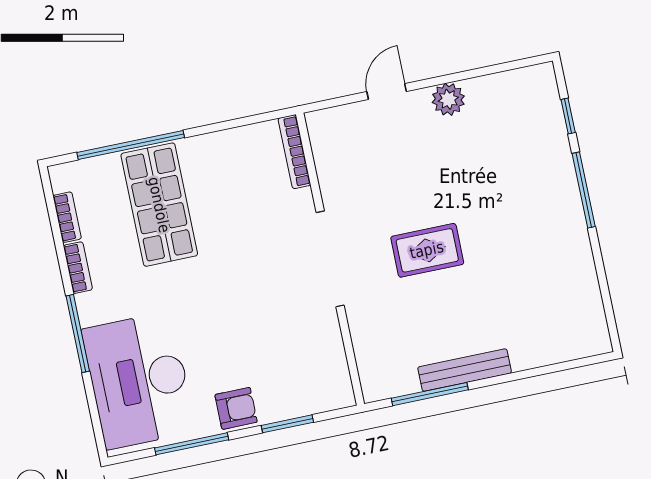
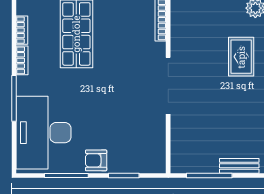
rug: (427, 250) -> (241, 57), moved, turned 90
bench: (465, 370) -> (239, 166), width x0.73
armchair: (236, 408) -> (96, 160), turned 180

